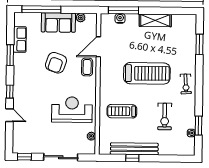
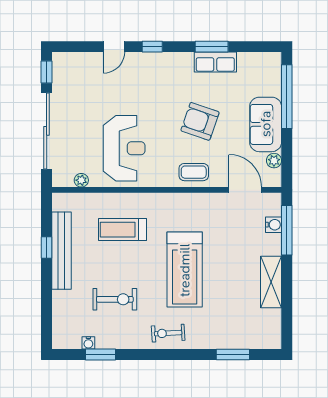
row of seats: (20, 39) -> (215, 62), moved
door: (98, 47) -> (245, 190), moved
treadmill: (122, 111) -> (122, 230), turned -90
exercise bike: (165, 116) -> (115, 299), turned 180
sliding door: (61, 157) -> (47, 131), width x1.36

